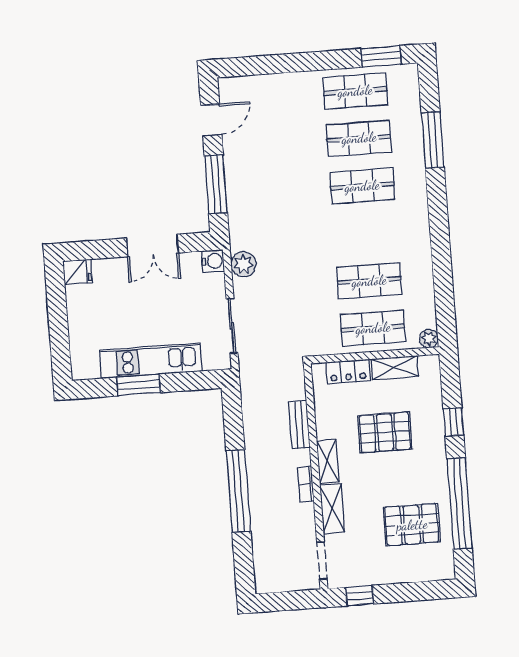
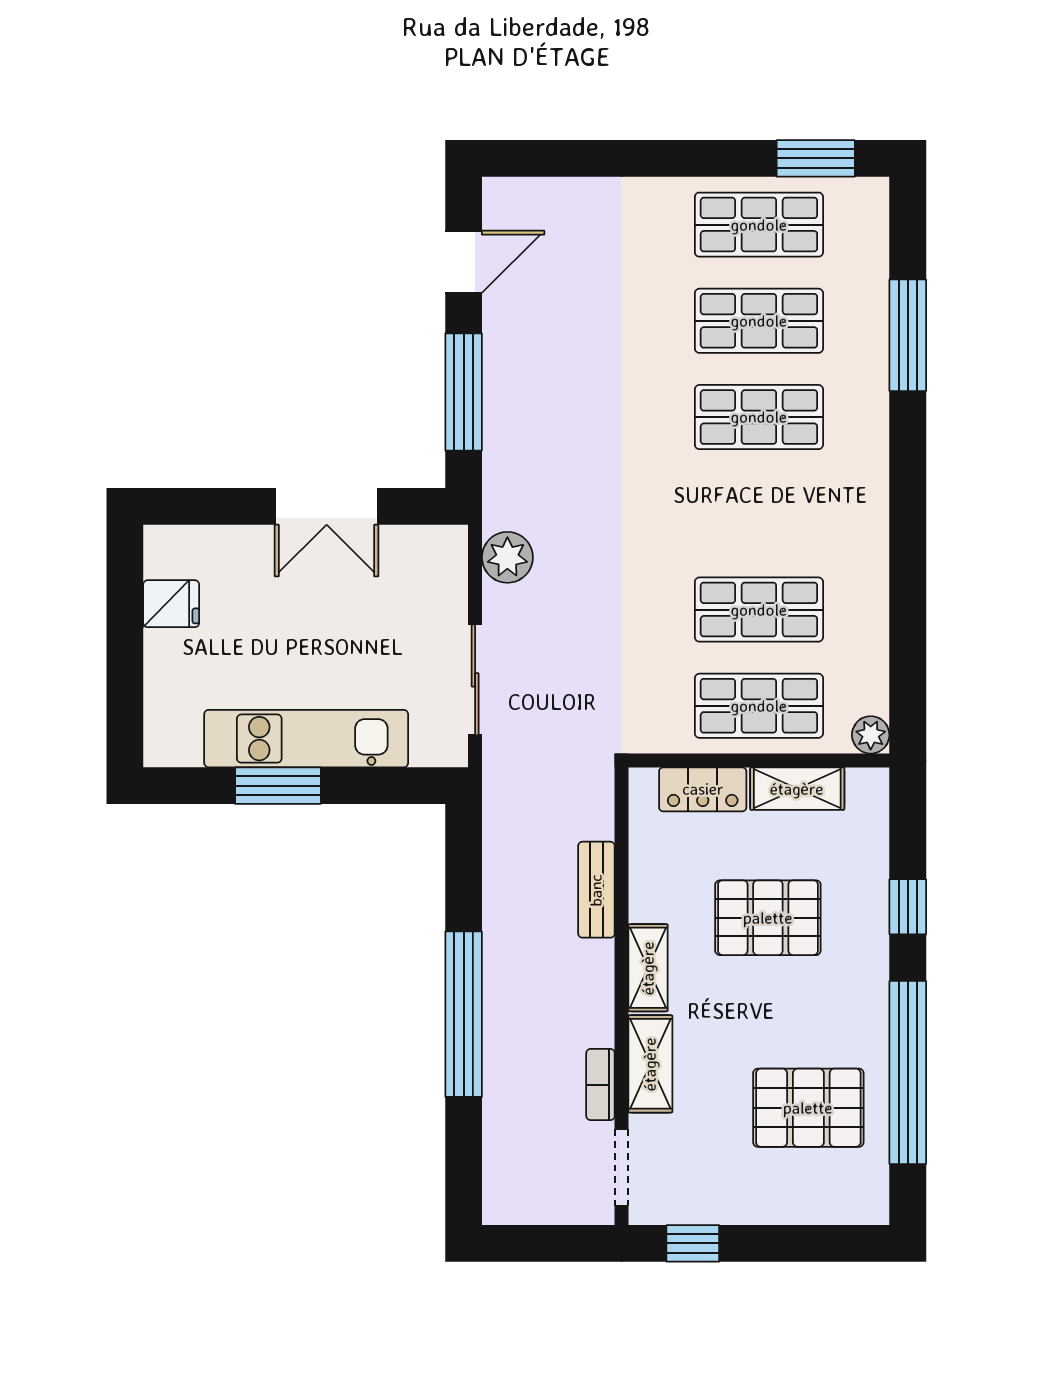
water cooler: (213, 261) -> (446, 546), removed
fridge: (77, 272) -> (171, 604), moved
bookcase: (306, 484) -> (600, 1085), moved

